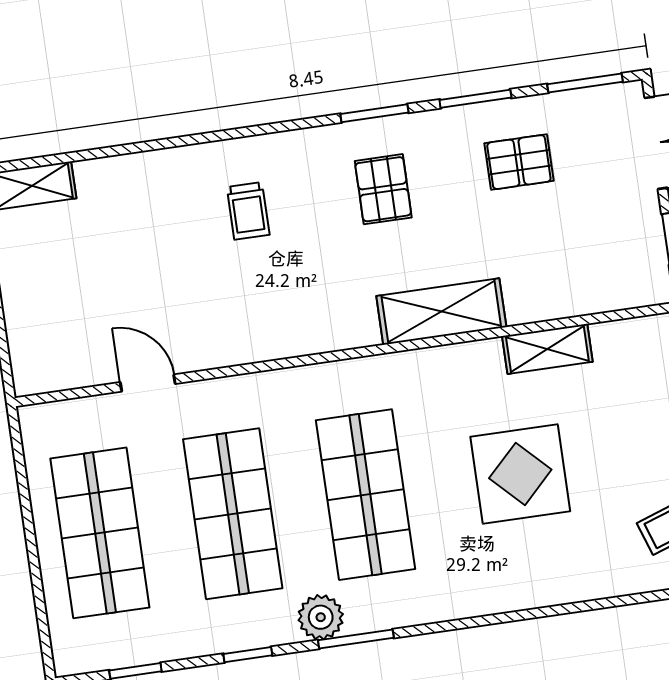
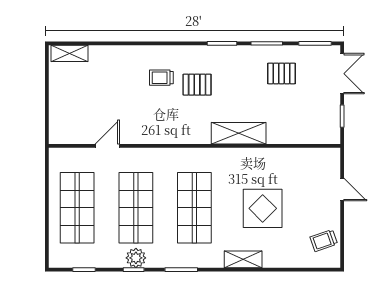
pallet: (383, 189) -> (197, 85), moved, turned 90
trolley: (248, 211) -> (161, 78), turned 90
shelving: (547, 349) -> (243, 259), moved
door: (148, 383) -> (107, 146), hinge flipped
plant: (321, 617) -> (136, 258), moved

